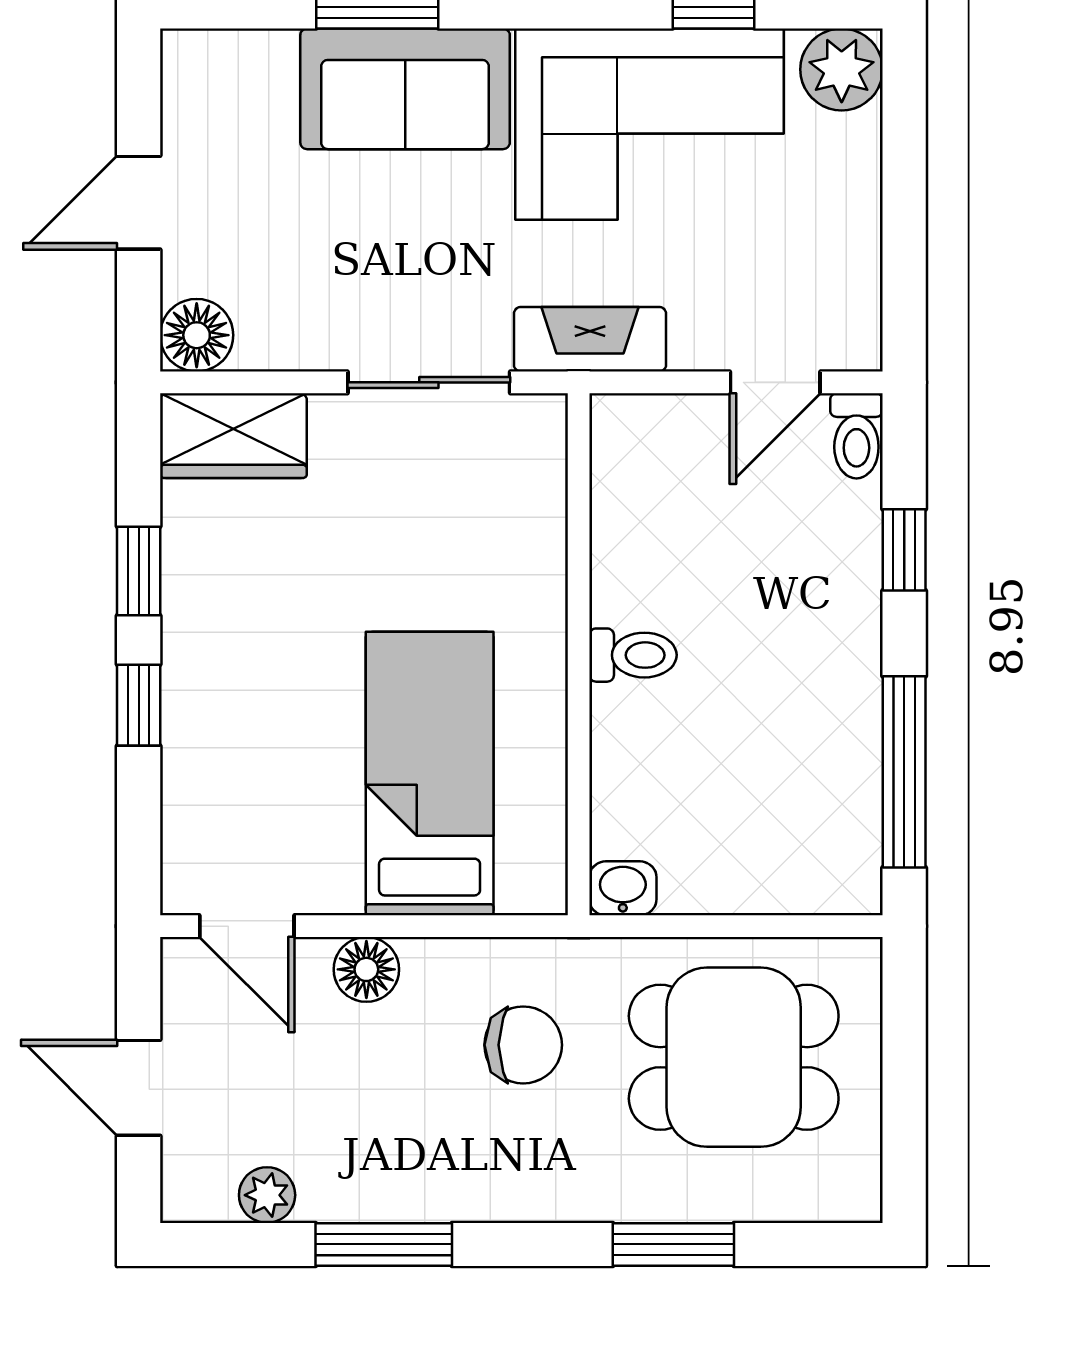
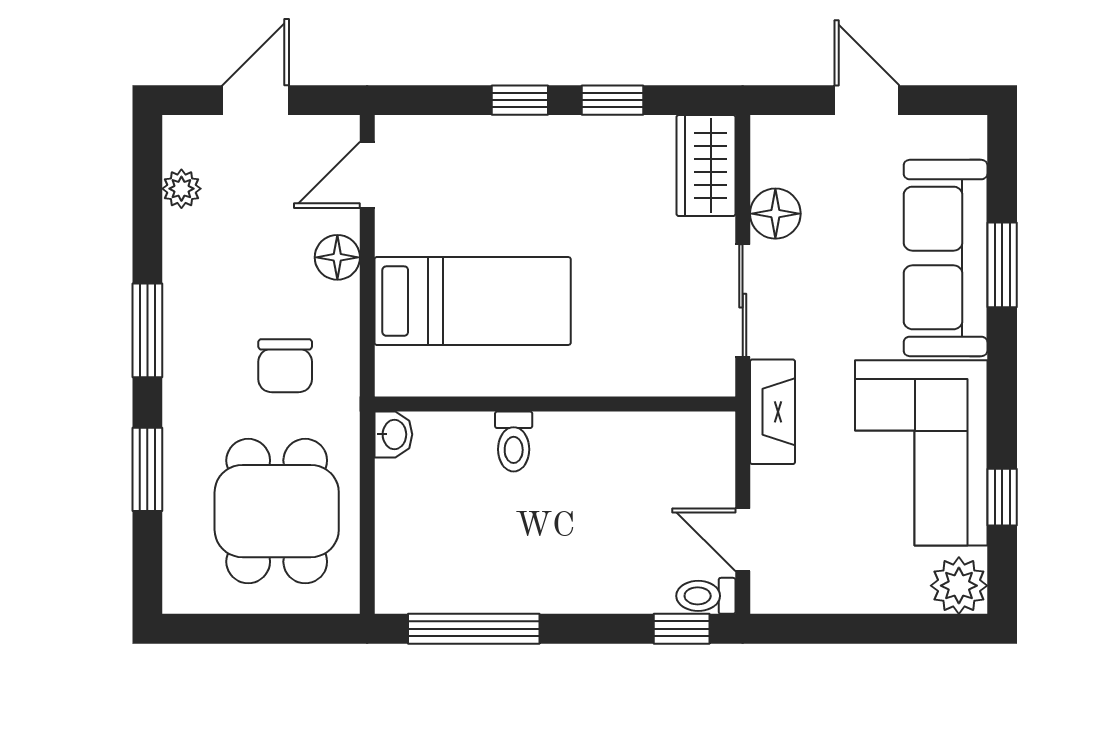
sofa: (405, 89) -> (946, 258), width x1.36
floor lamp: (197, 335) -> (775, 214), moved
window: (904, 550) -> (682, 629), moved
toilet: (633, 655) -> (514, 441), moved
window: (384, 1244) -> (147, 330), moved

